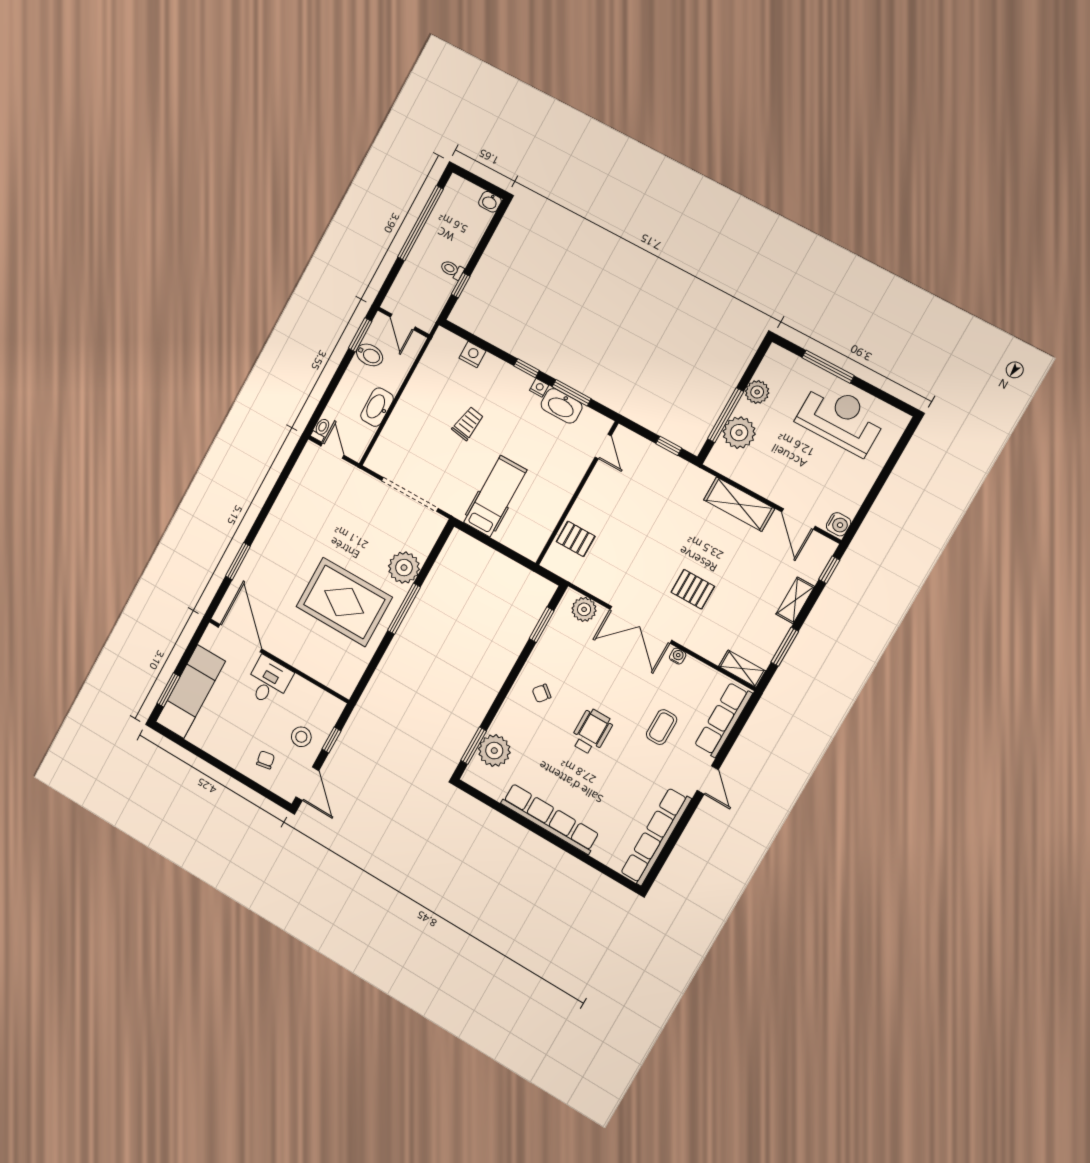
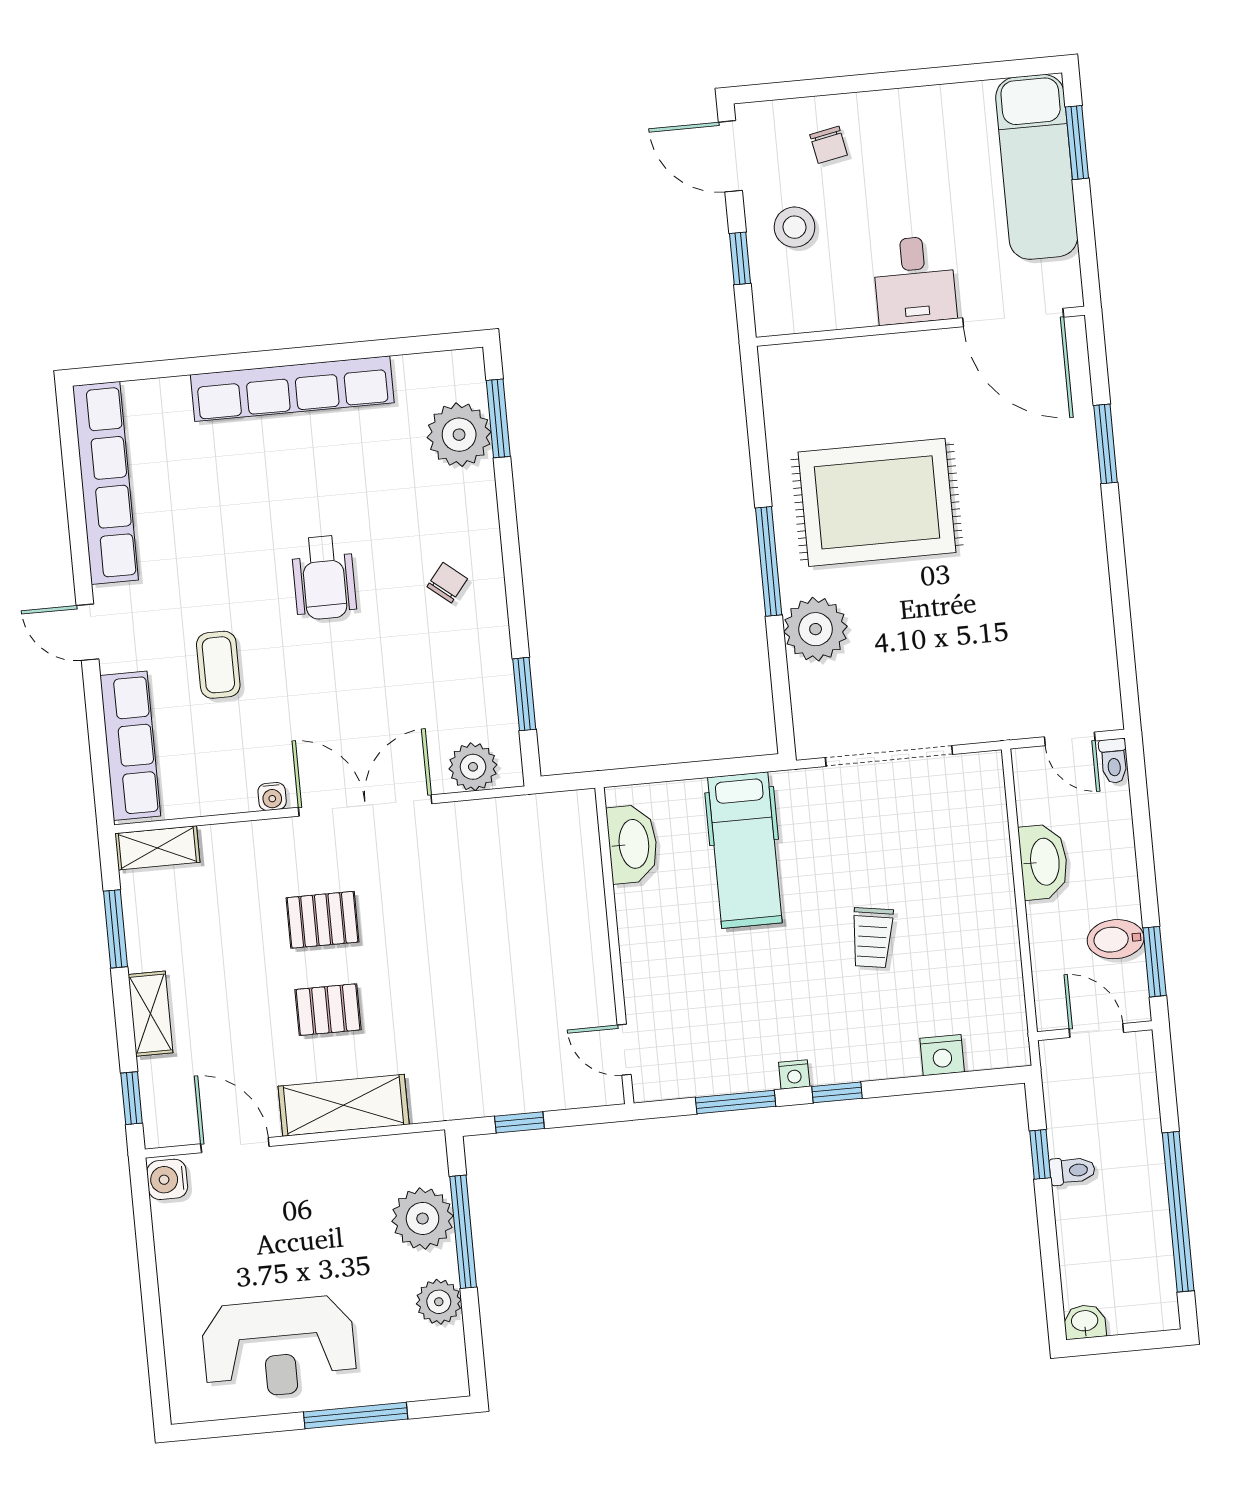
washbasin: (562, 406) -> (633, 844), moved, turned 90
pallet: (576, 539) -> (328, 1010), moved

